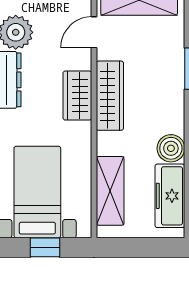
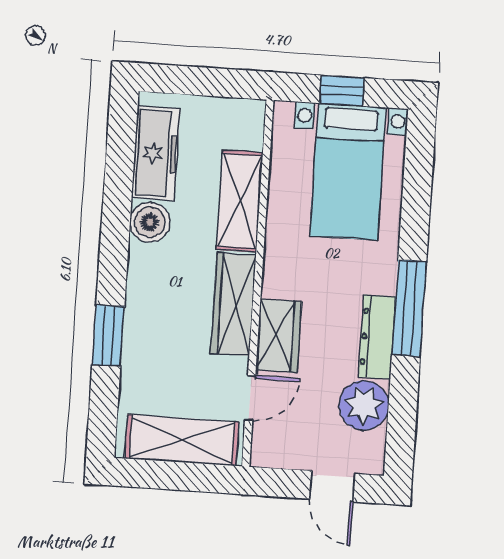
wardrobe: (77, 96) -> (279, 336), moved
shelving: (110, 191) -> (240, 201), moved

